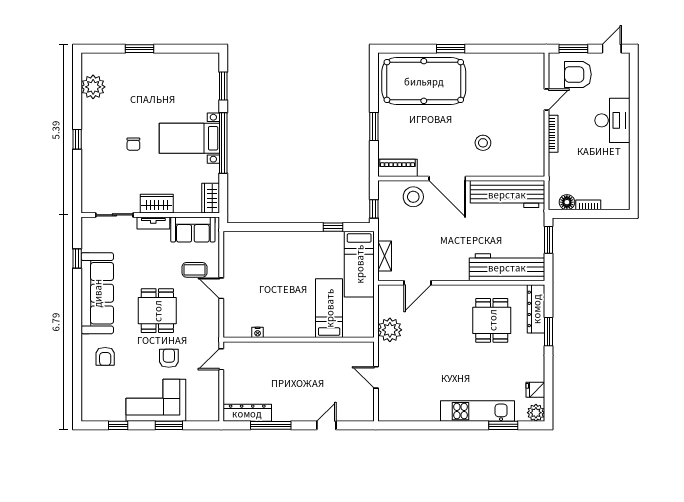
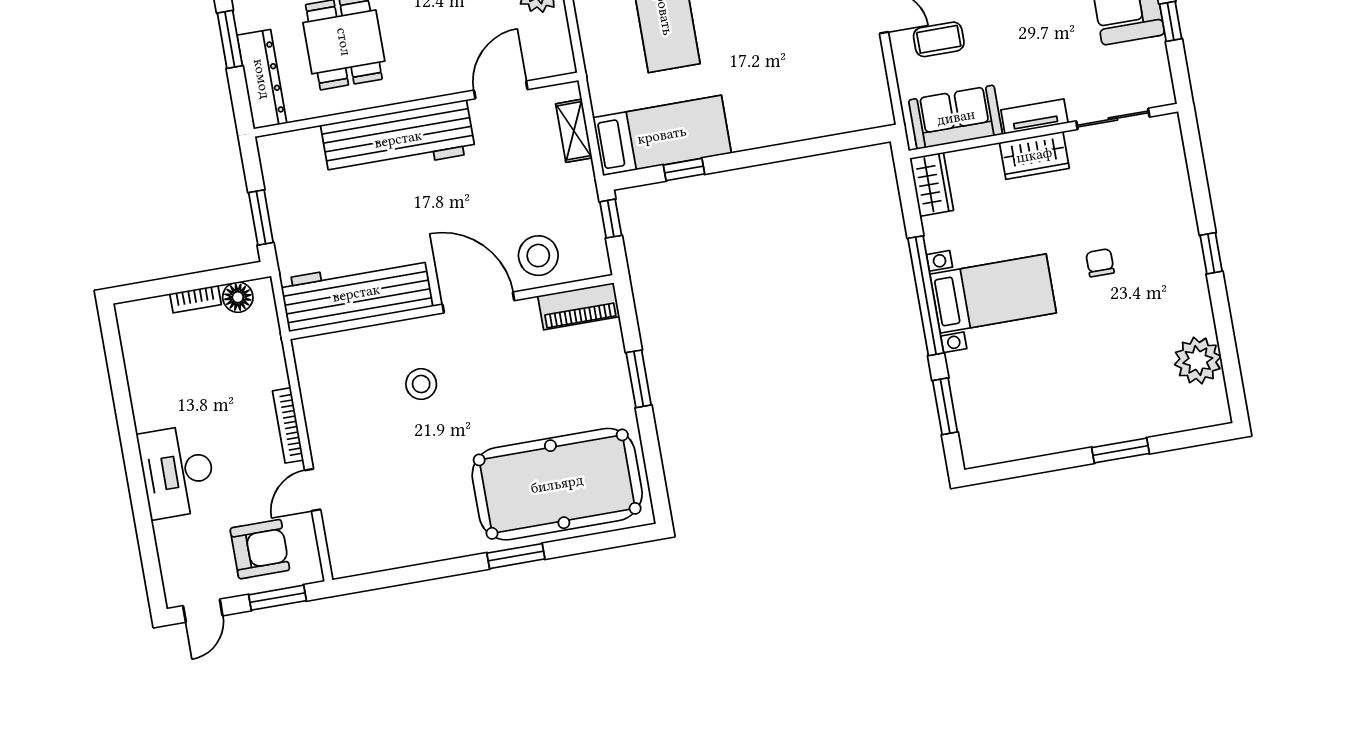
bed: (359, 264) -> (662, 135), moved, turned 90
workbench: (507, 267) -> (398, 139), moved

